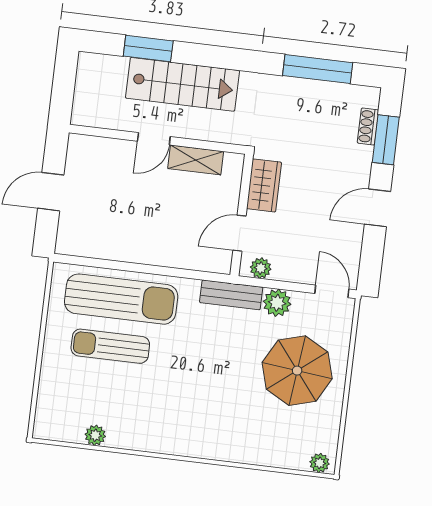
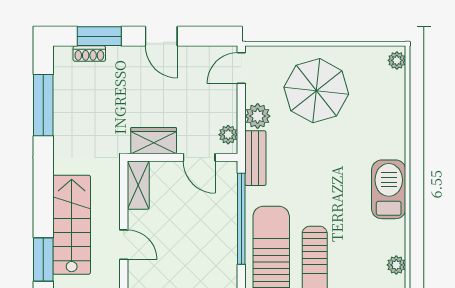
shelving: (196, 160) -> (138, 185), moved
window: (166, 271) -> (241, 219), added
barbecue: (179, 437) -> (389, 189), added

